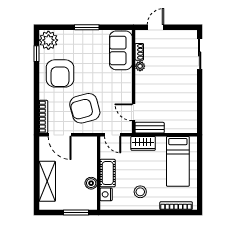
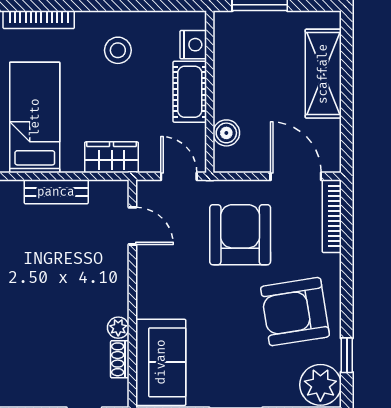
armchair: (60, 73) -> (295, 312), turned -99
armchair: (85, 108) -> (240, 235), turned -75
bench: (150, 128) -> (56, 192), moved
boiler: (91, 183) -> (226, 133), moved

